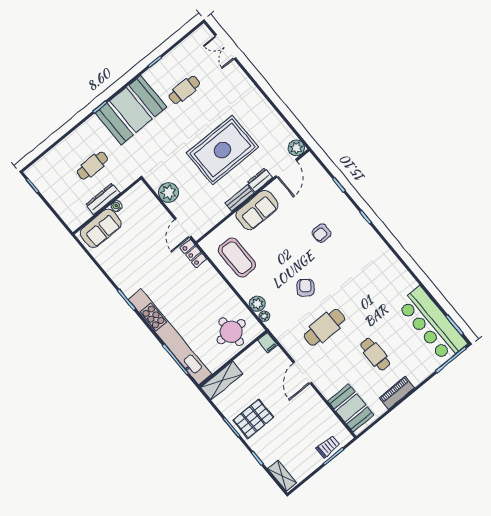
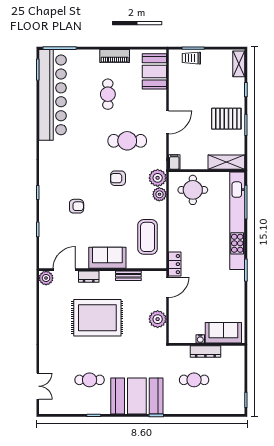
bench: (239, 198) -> (128, 276), moved
armchair: (305, 288) -> (118, 178), turned 52
plant: (264, 316) -> (158, 178), width x1.88, depth x1.88
bar counter: (432, 324) -> (53, 95), width x1.36

